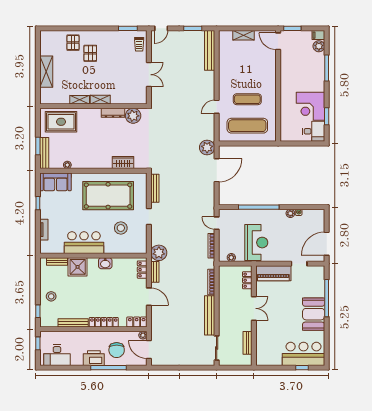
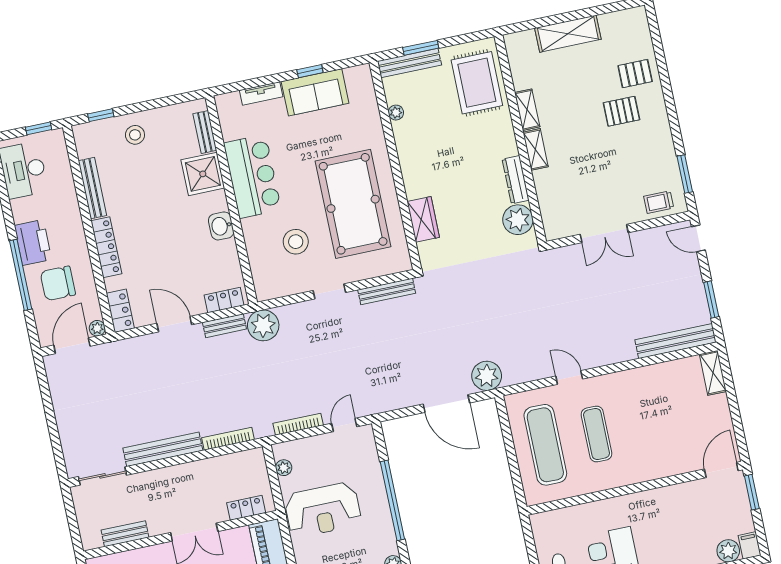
shelving: (244, 35) -> (713, 373), moved
sofa: (56, 182) -> (315, 92), moved, turned -90
door: (149, 297) -> (174, 324), swing flipped

